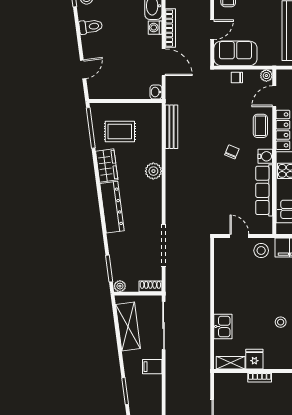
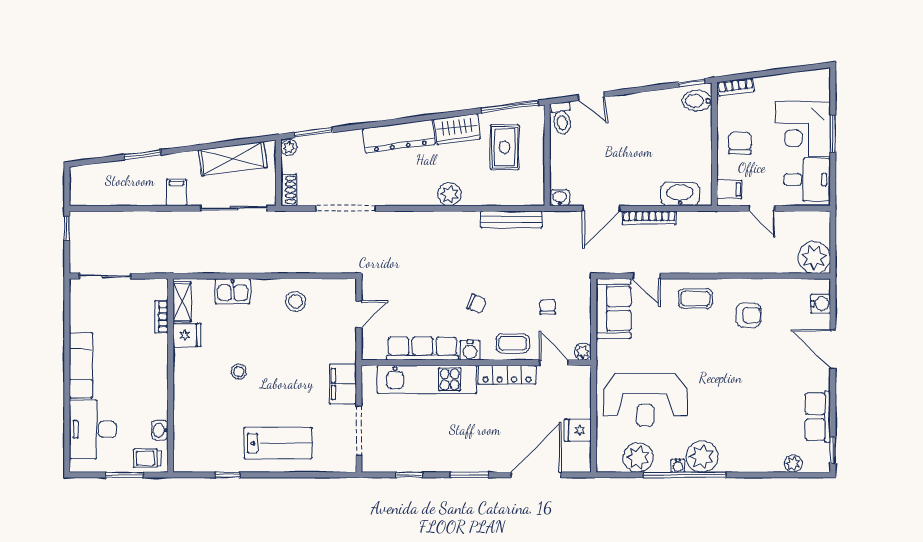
toilet: (91, 27) -> (562, 118), moved
washing machine: (155, 28) -> (650, 196), removed
chair: (237, 78) -> (547, 307), moved
stool: (261, 251) -> (296, 301), moved
bookcase: (260, 378) -> (161, 317), moved

